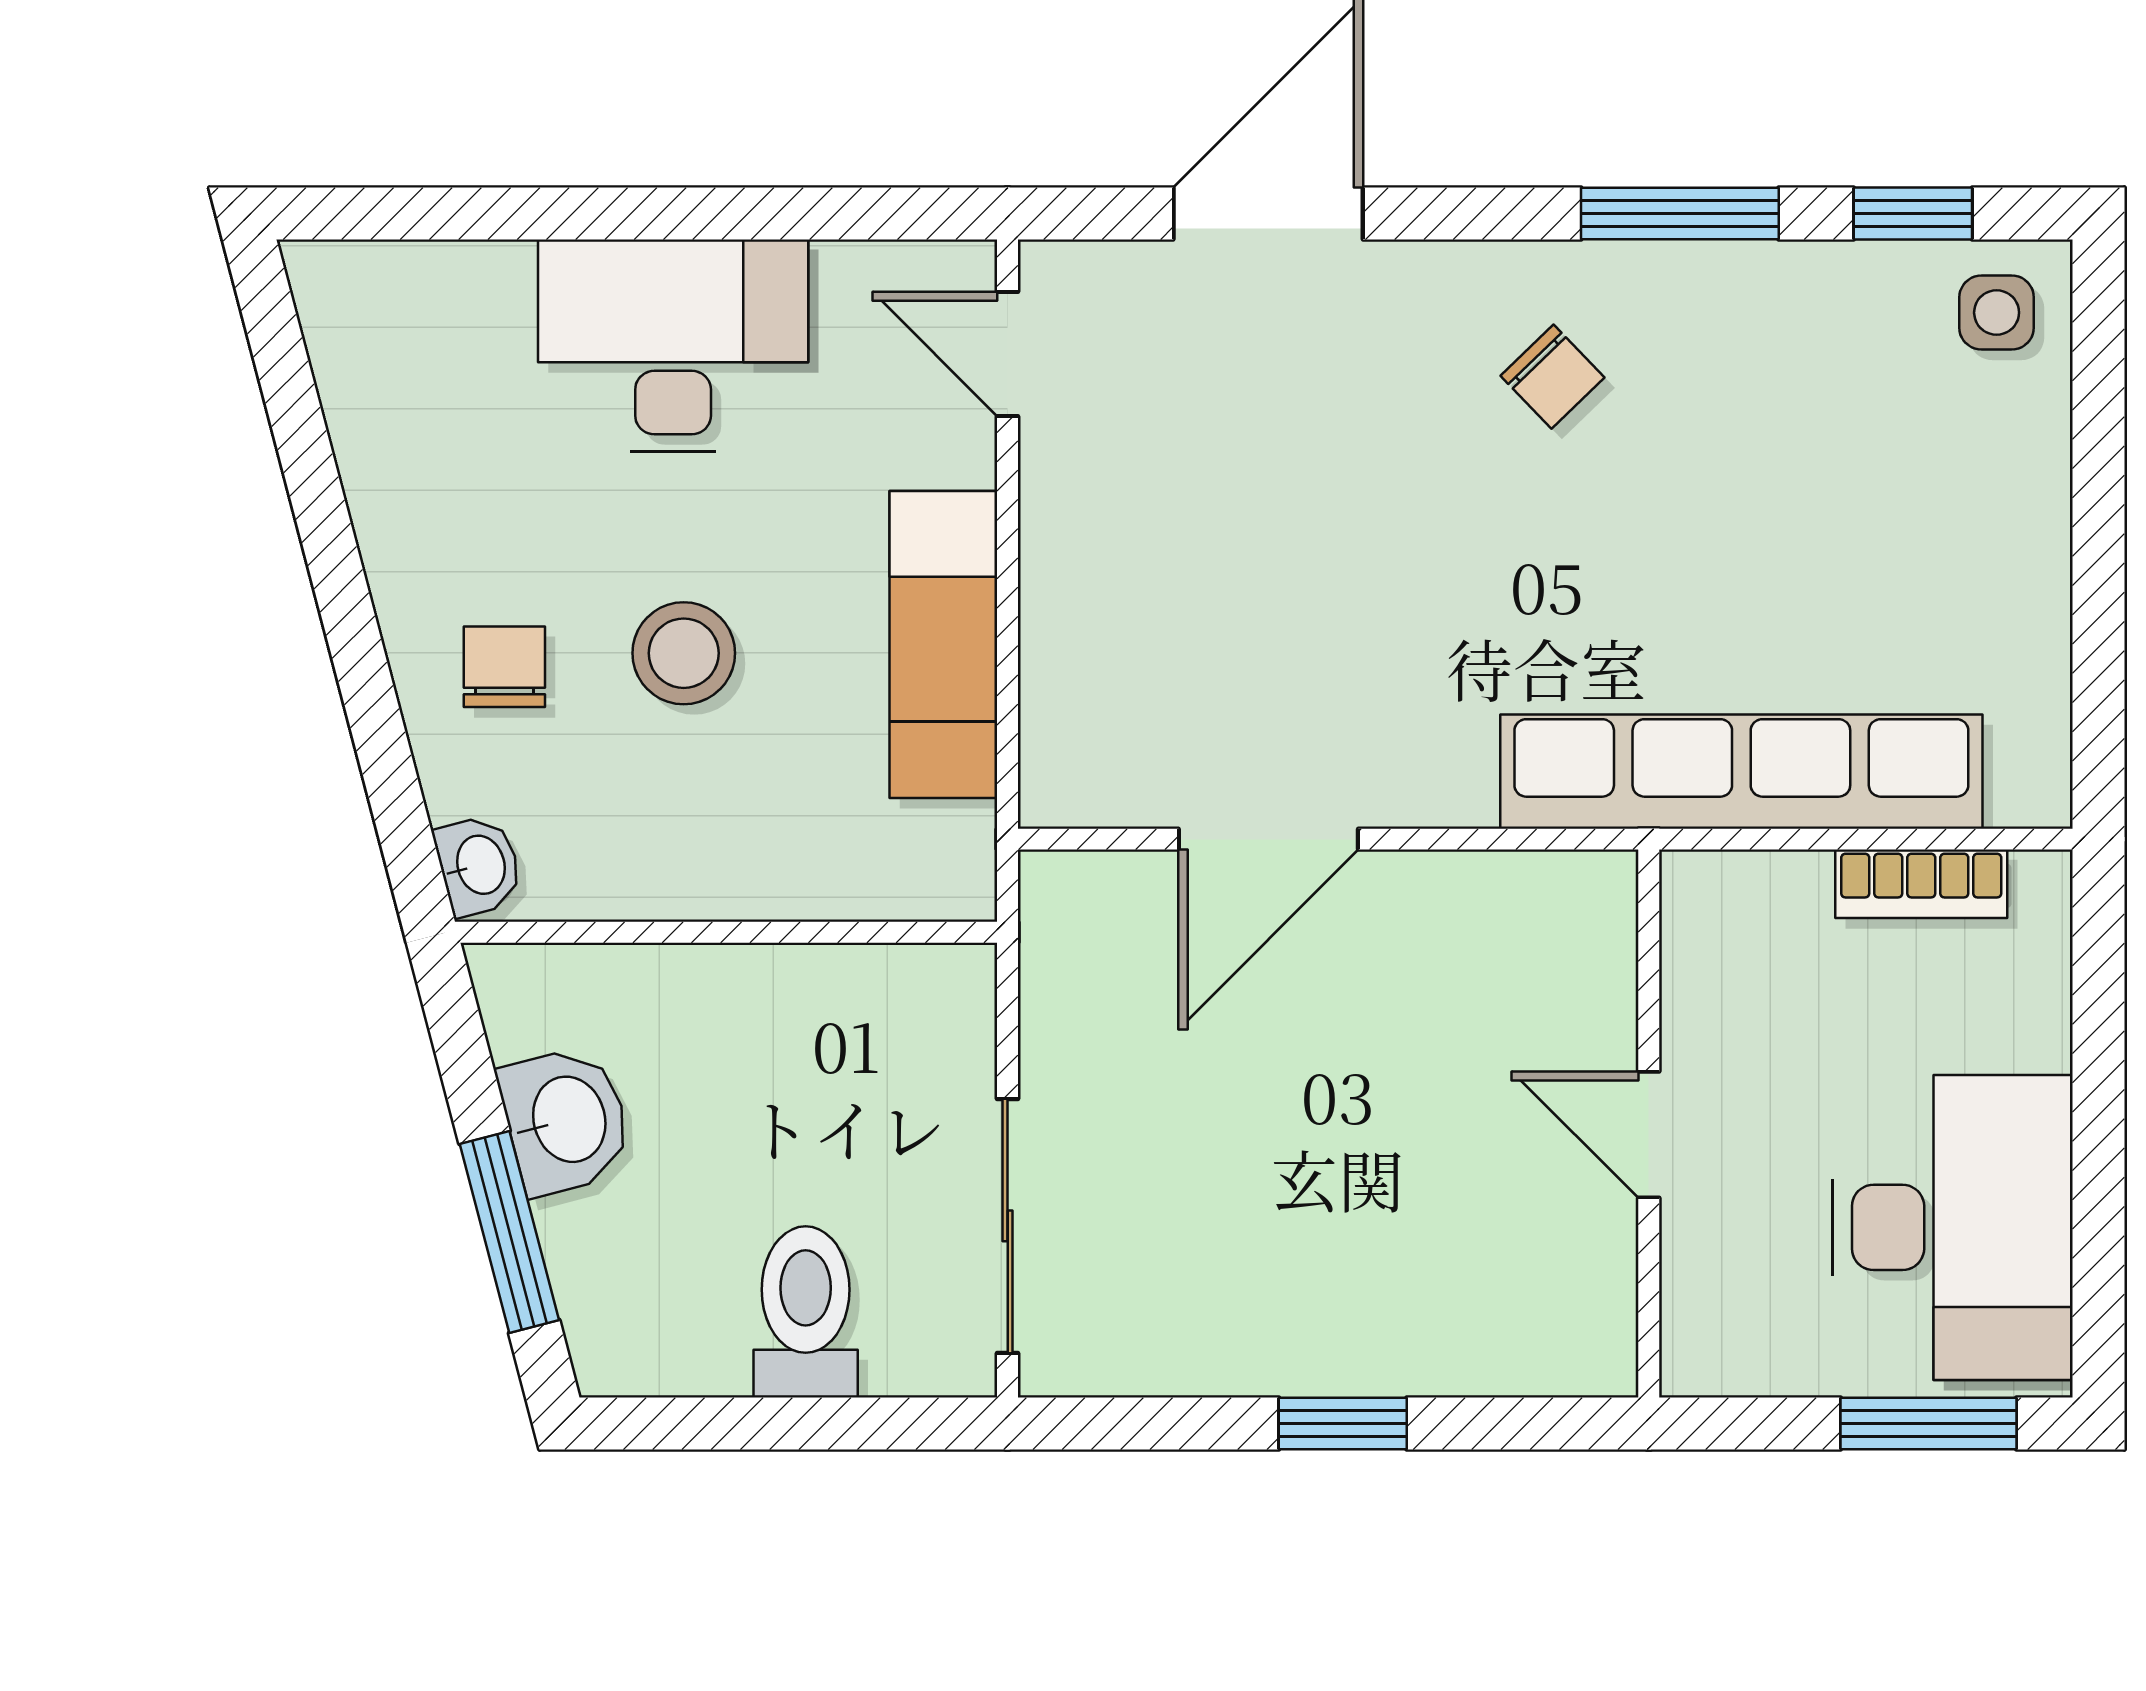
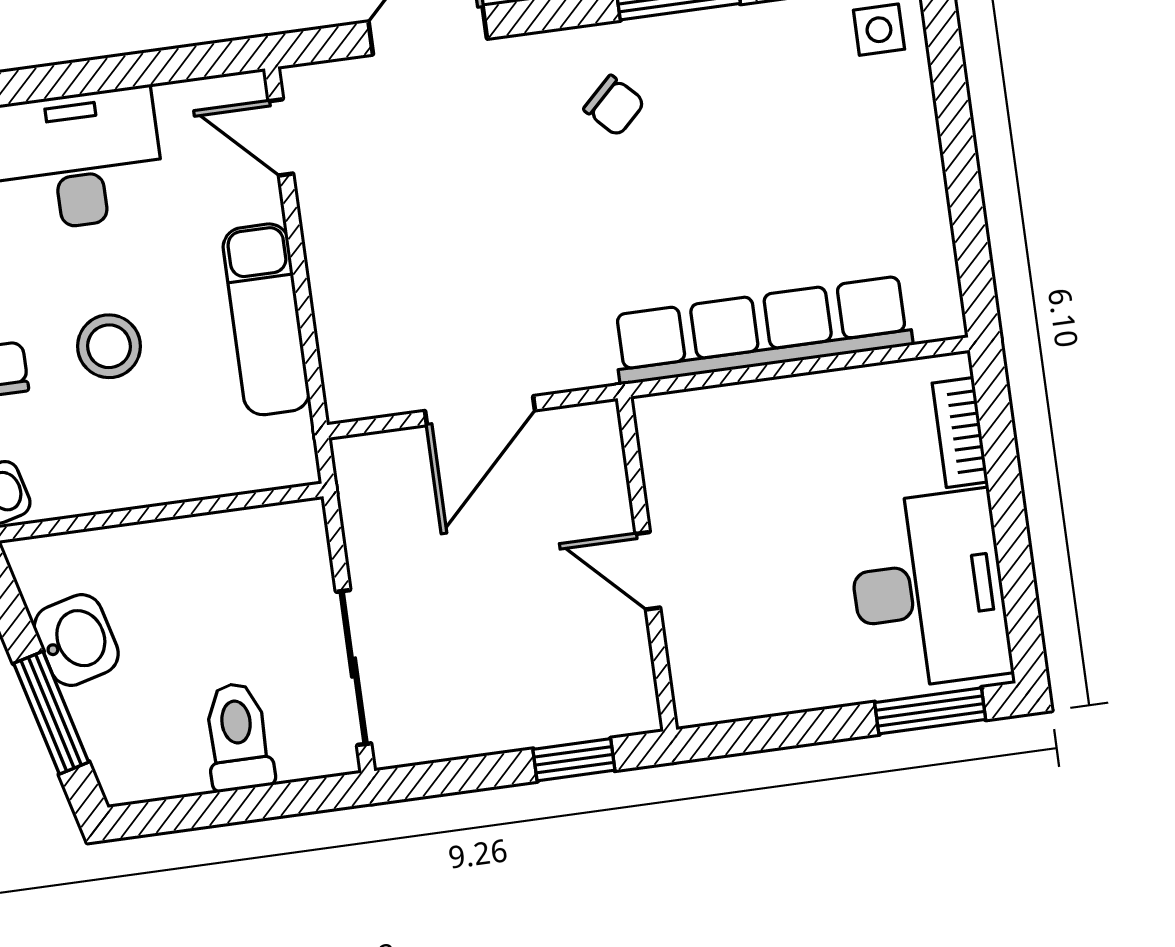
bookcase: (1921, 884) -> (960, 432), moved, turned 90
wall: (1649, 1124) -> (647, 564), moved
door: (1649, 1135) -> (648, 571), moved

